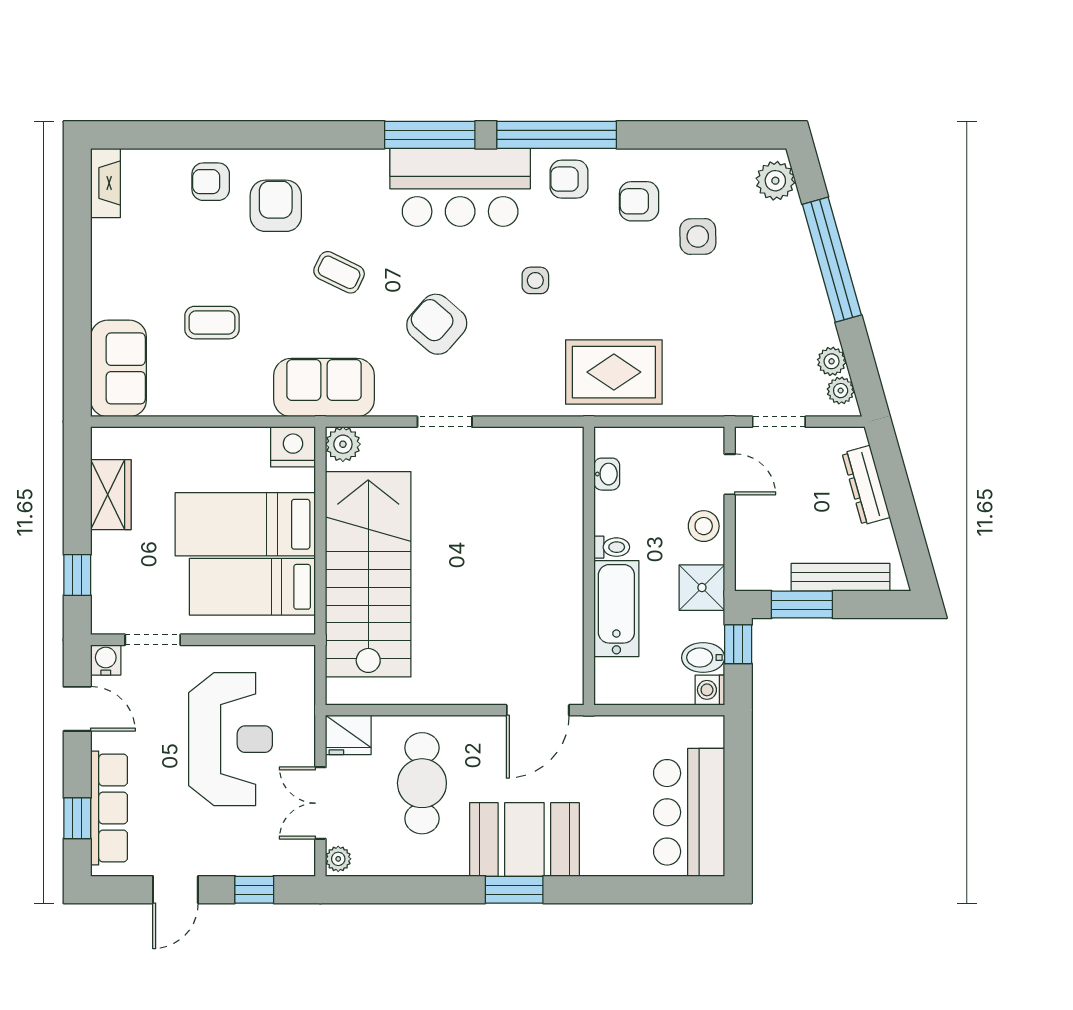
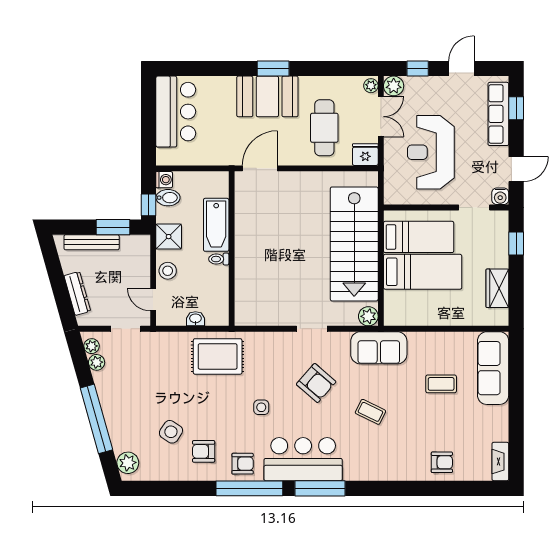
armchair: (639, 201) -> (204, 451), turned 180
armchair: (276, 206) -> (406, 449), removed
side table: (698, 236) -> (171, 432), turned 34
sofa: (118, 368) -> (493, 368), width x1.36
nightstand: (293, 447) -> (396, 315), removed
washbasin: (607, 474) -> (195, 319), moved, turned 90
door: (77, 709) -> (516, 169), swing flipped
plant: (297, 858) -> (394, 86), added

